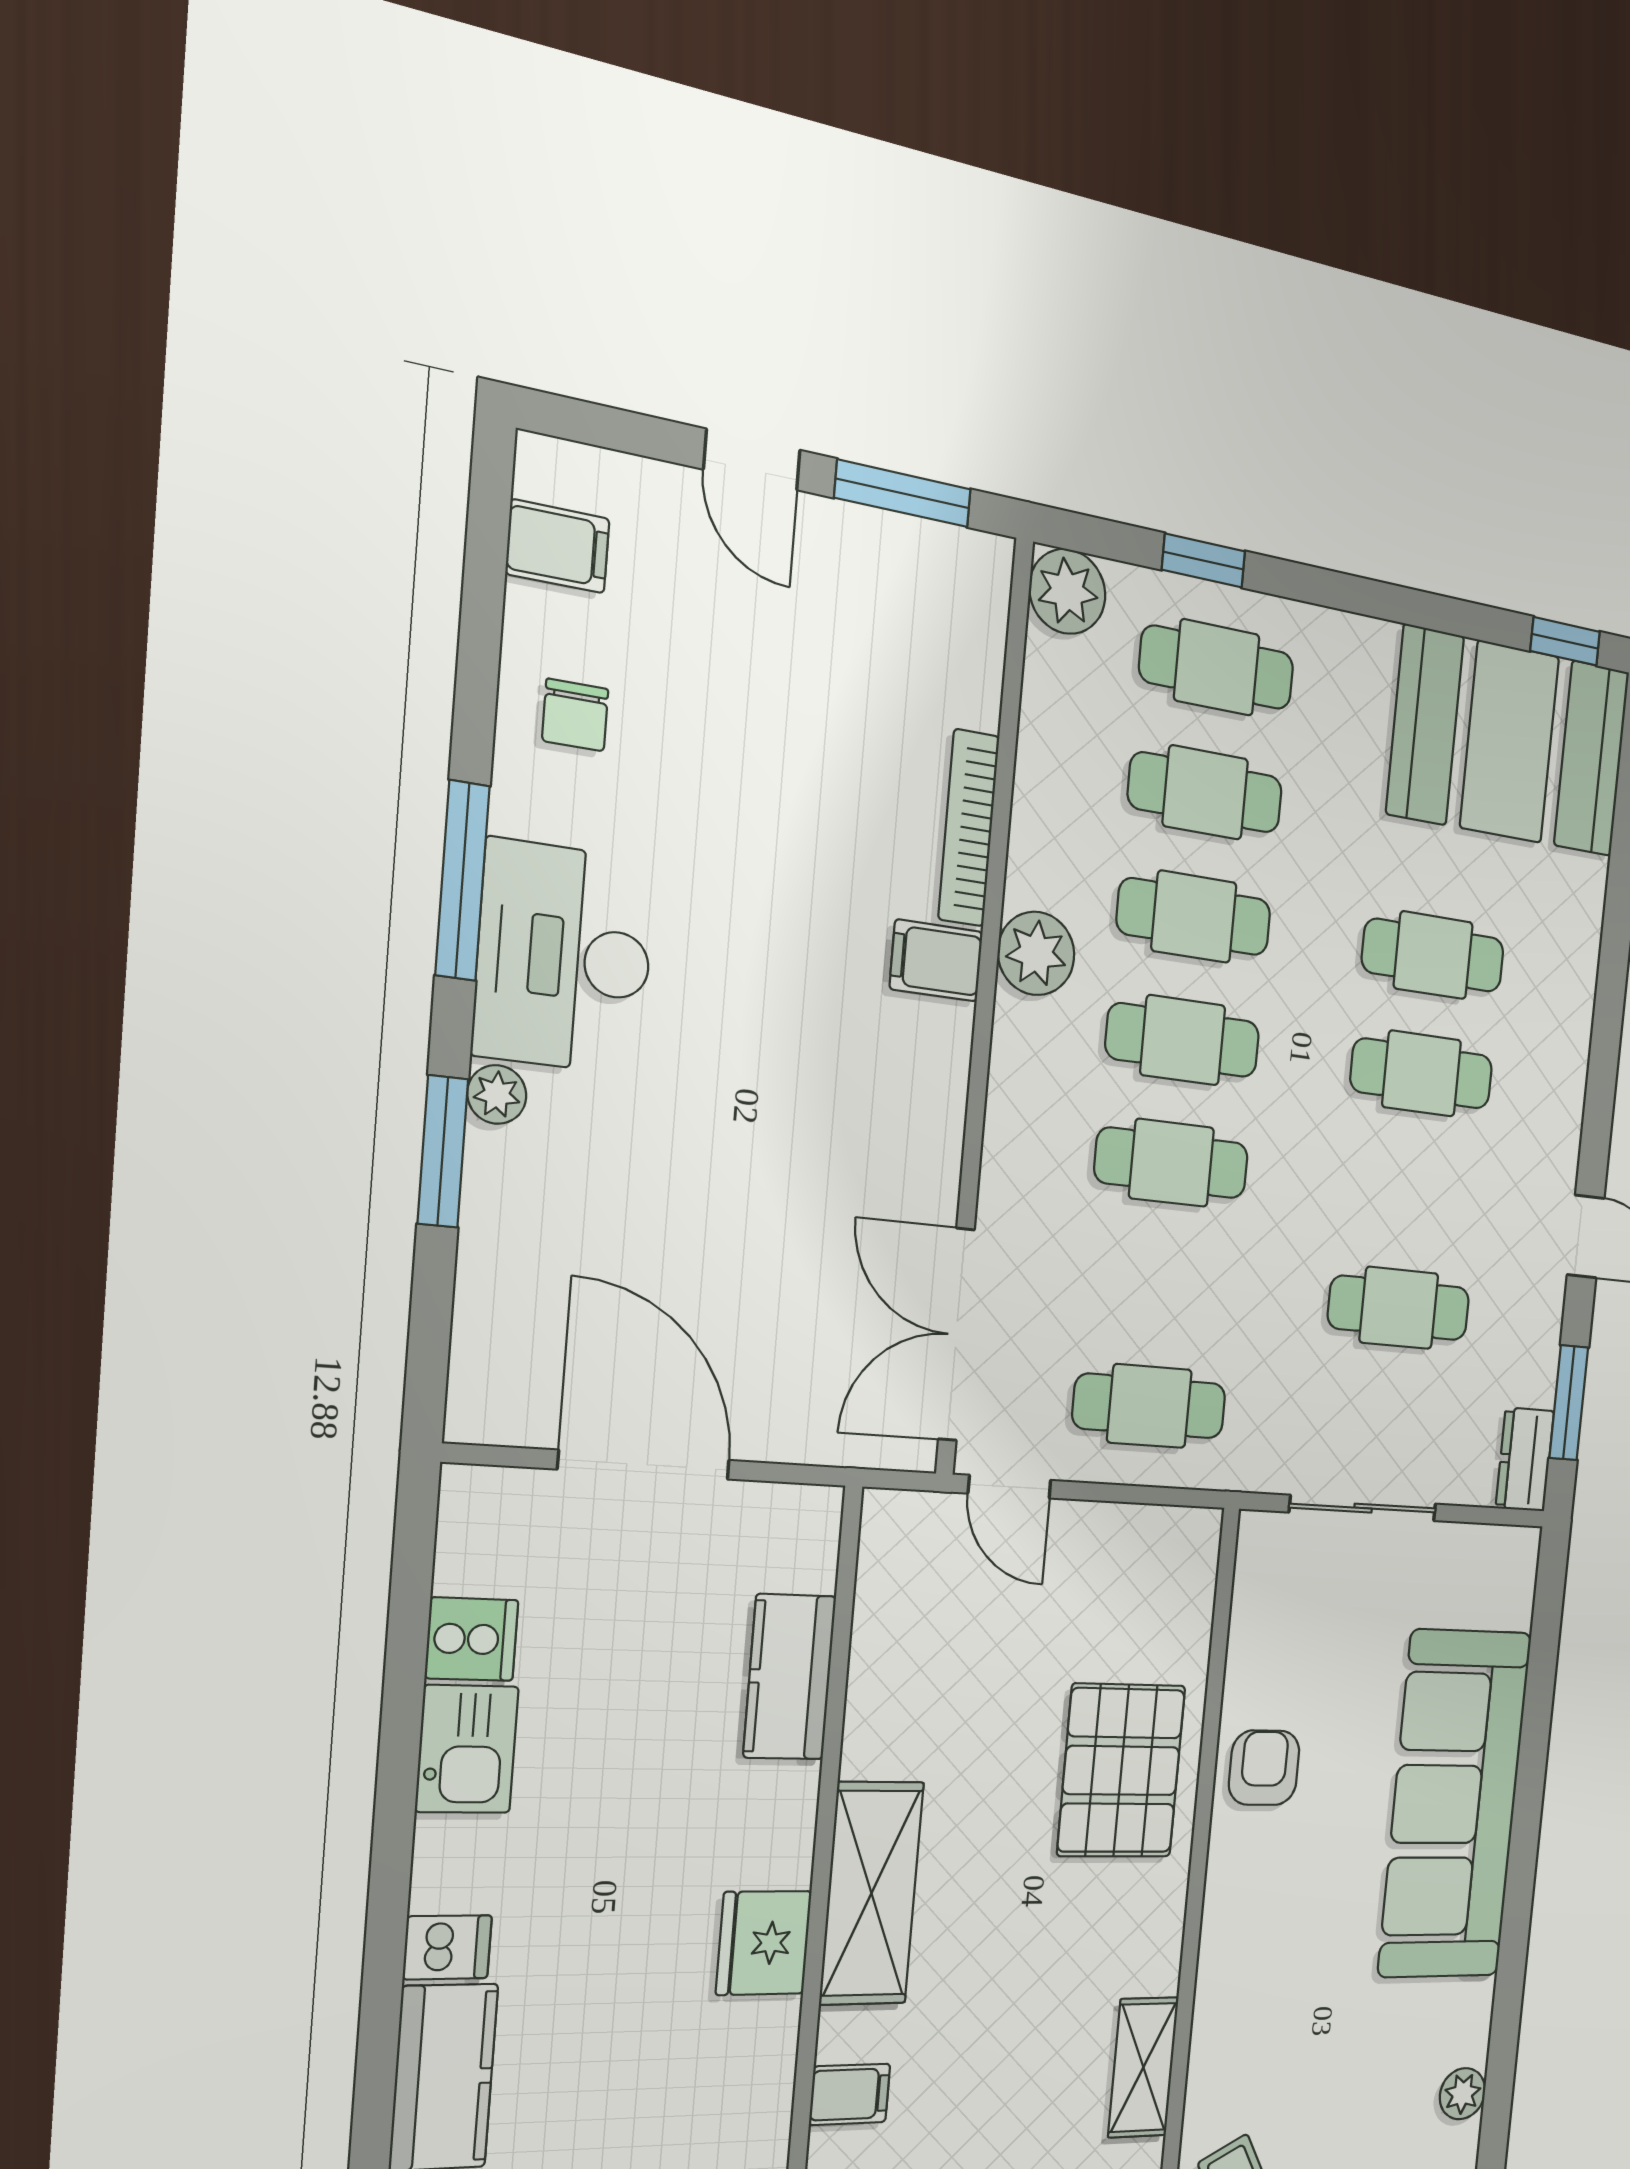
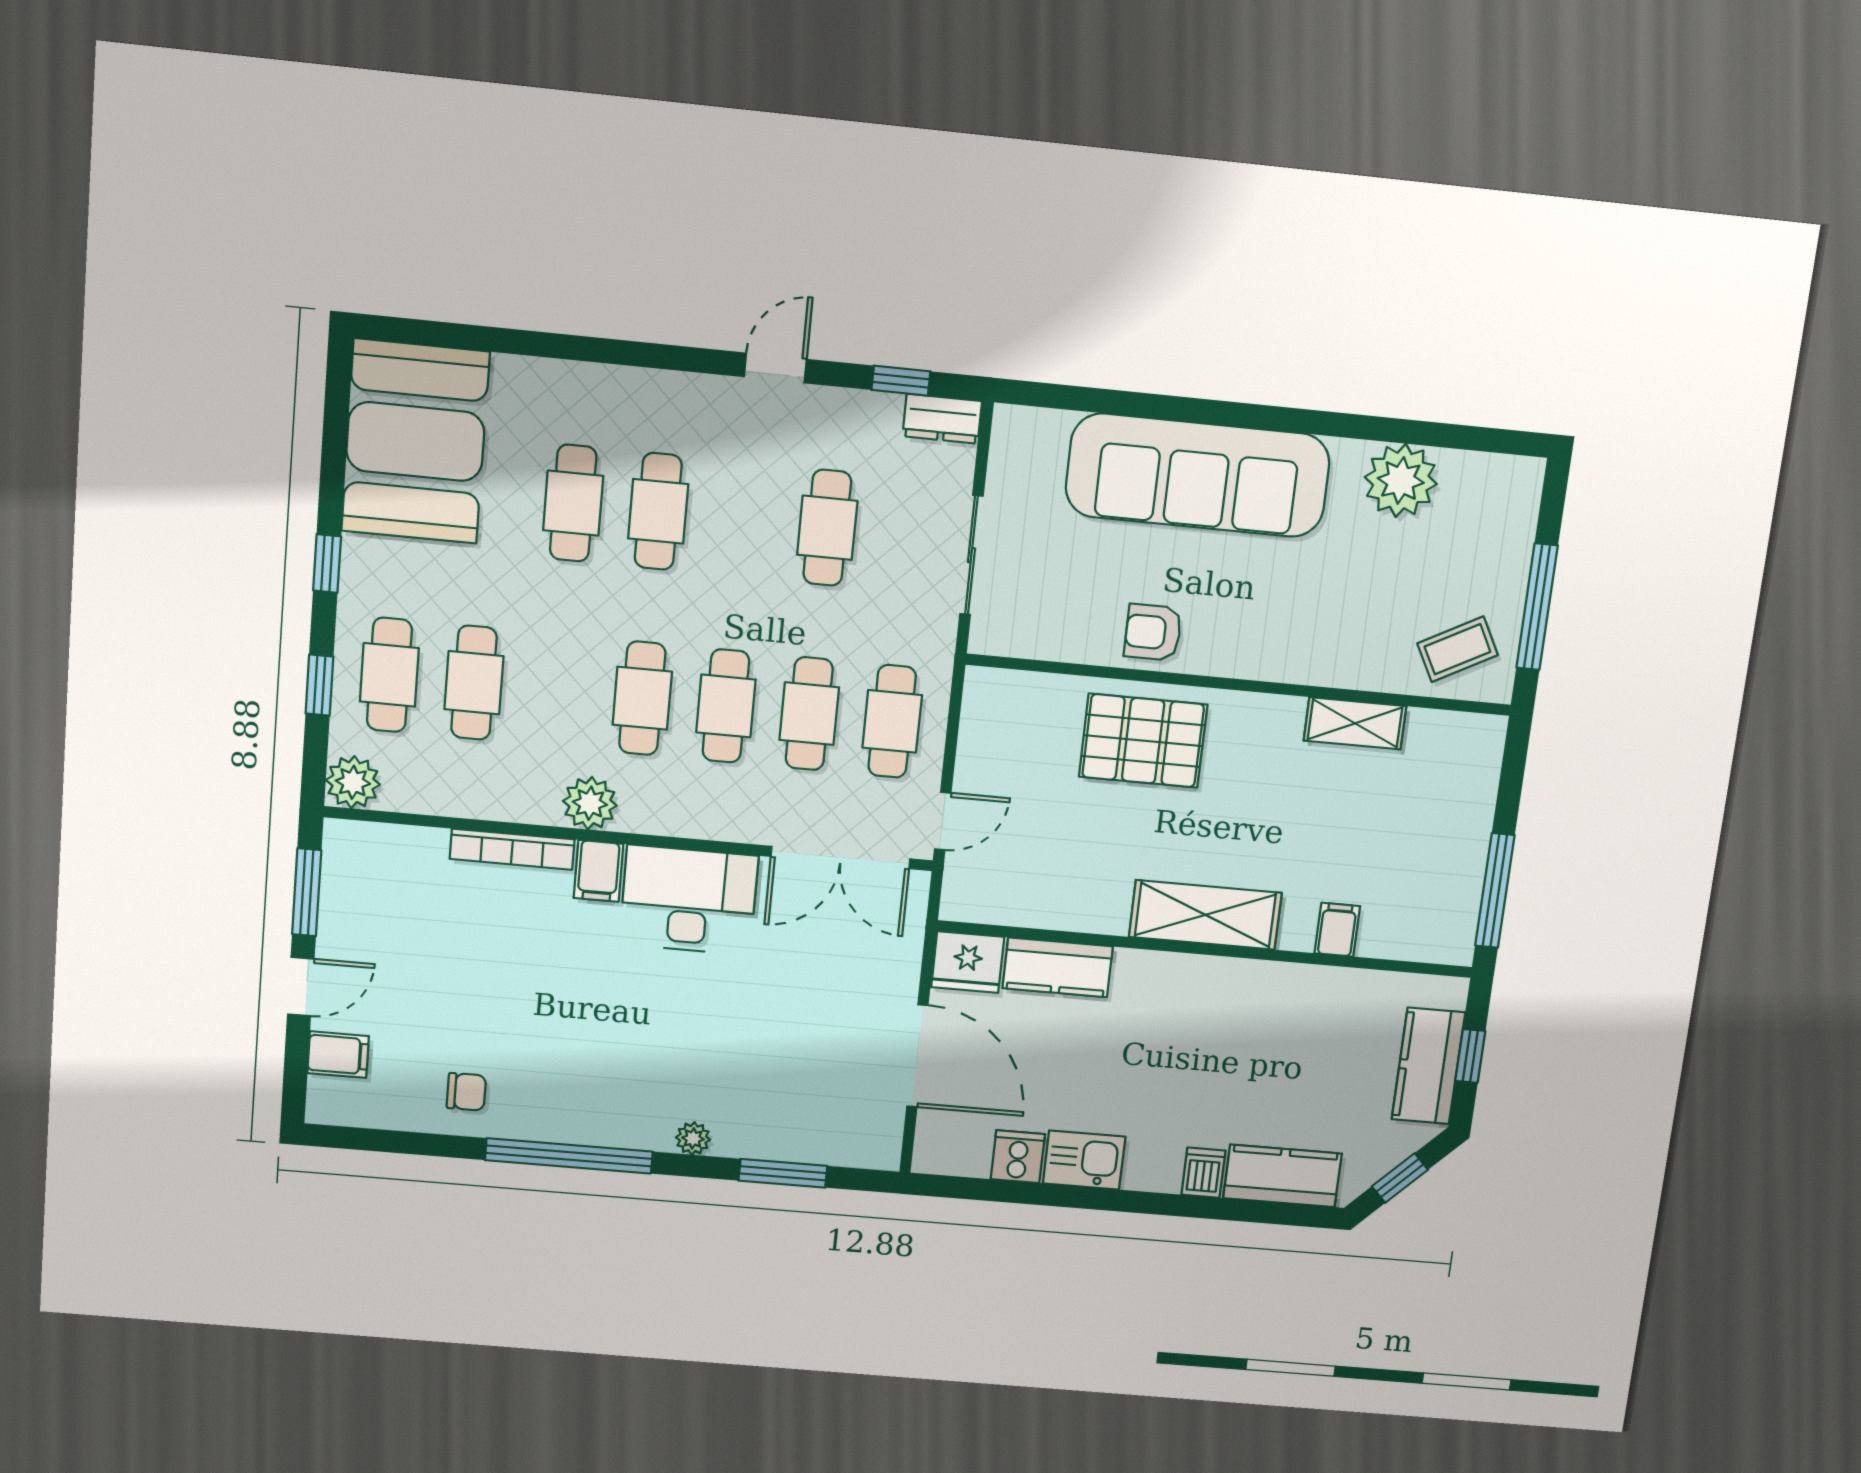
filing cabinet: (558, 546) -> (338, 1055), moved, turned 90
window: (1565, 641) -> (327, 563), moved
window: (462, 881) -> (569, 1156), width x1.46
cafe table: (1194, 917) -> (809, 714), moved
desk: (564, 958) -> (689, 900), moved, turned 180
window: (443, 1151) -> (783, 1173), moved
window: (1569, 1403) -> (901, 381), width x0.67
door: (644, 1465) -> (917, 1056), swing flipped
fridge: (764, 1943) -> (968, 962), moved
plant: (1462, 2094) -> (1401, 481), width x1.88, depth x1.88

